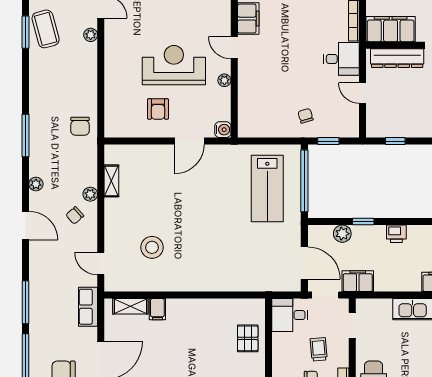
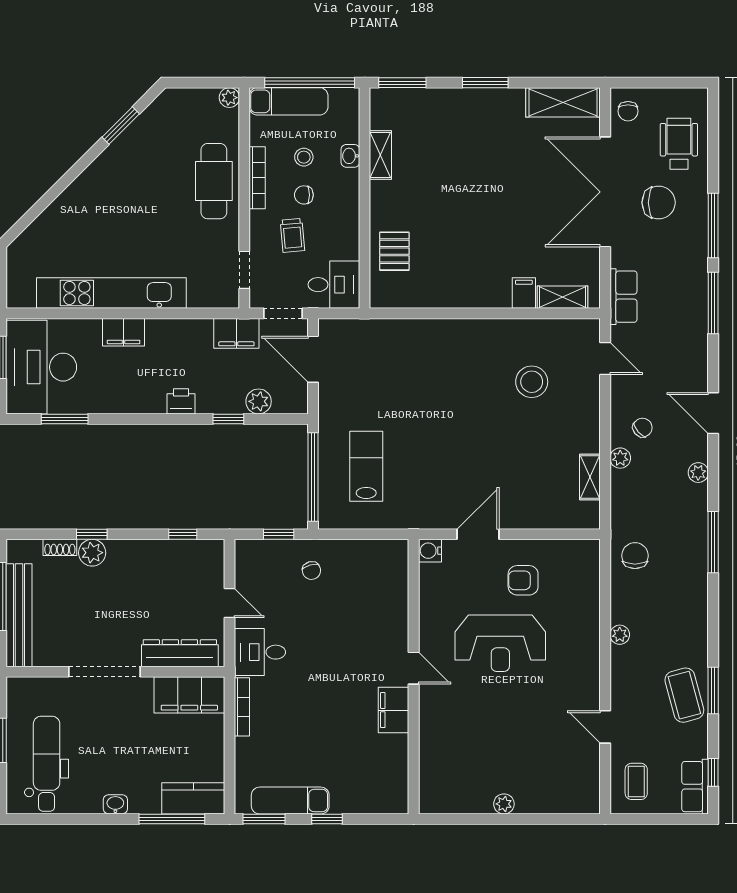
plant: (91, 35) -> (620, 635), moved
plant: (224, 80) -> (428, 621), removed
armchair: (158, 109) -> (523, 580), turned -90
lab bench: (267, 188) -> (366, 466), width x0.73, depth x0.72

